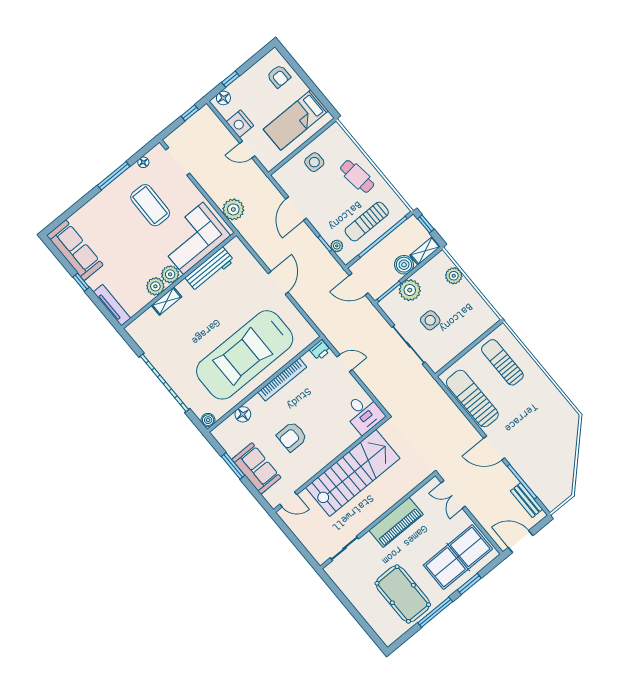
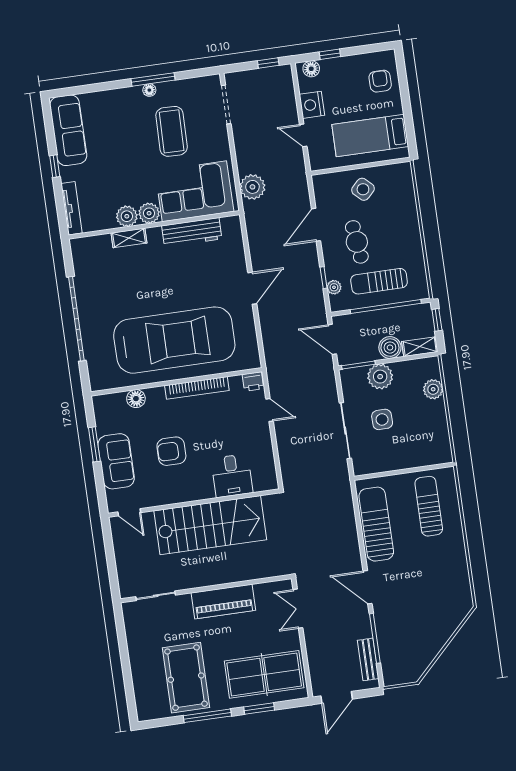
armchair: (279, 76) -> (380, 81), turned 180
floor lamp: (143, 162) -> (149, 90), moved
side table: (314, 162) -> (363, 189), turned 45
cafe table: (357, 176) -> (357, 242), moved
car: (245, 355) -> (174, 340), turned 180
desk: (364, 413) -> (232, 476), moved
boiler: (208, 420) -> (97, 383), removed
door: (521, 542) -> (337, 697), swing flipped

